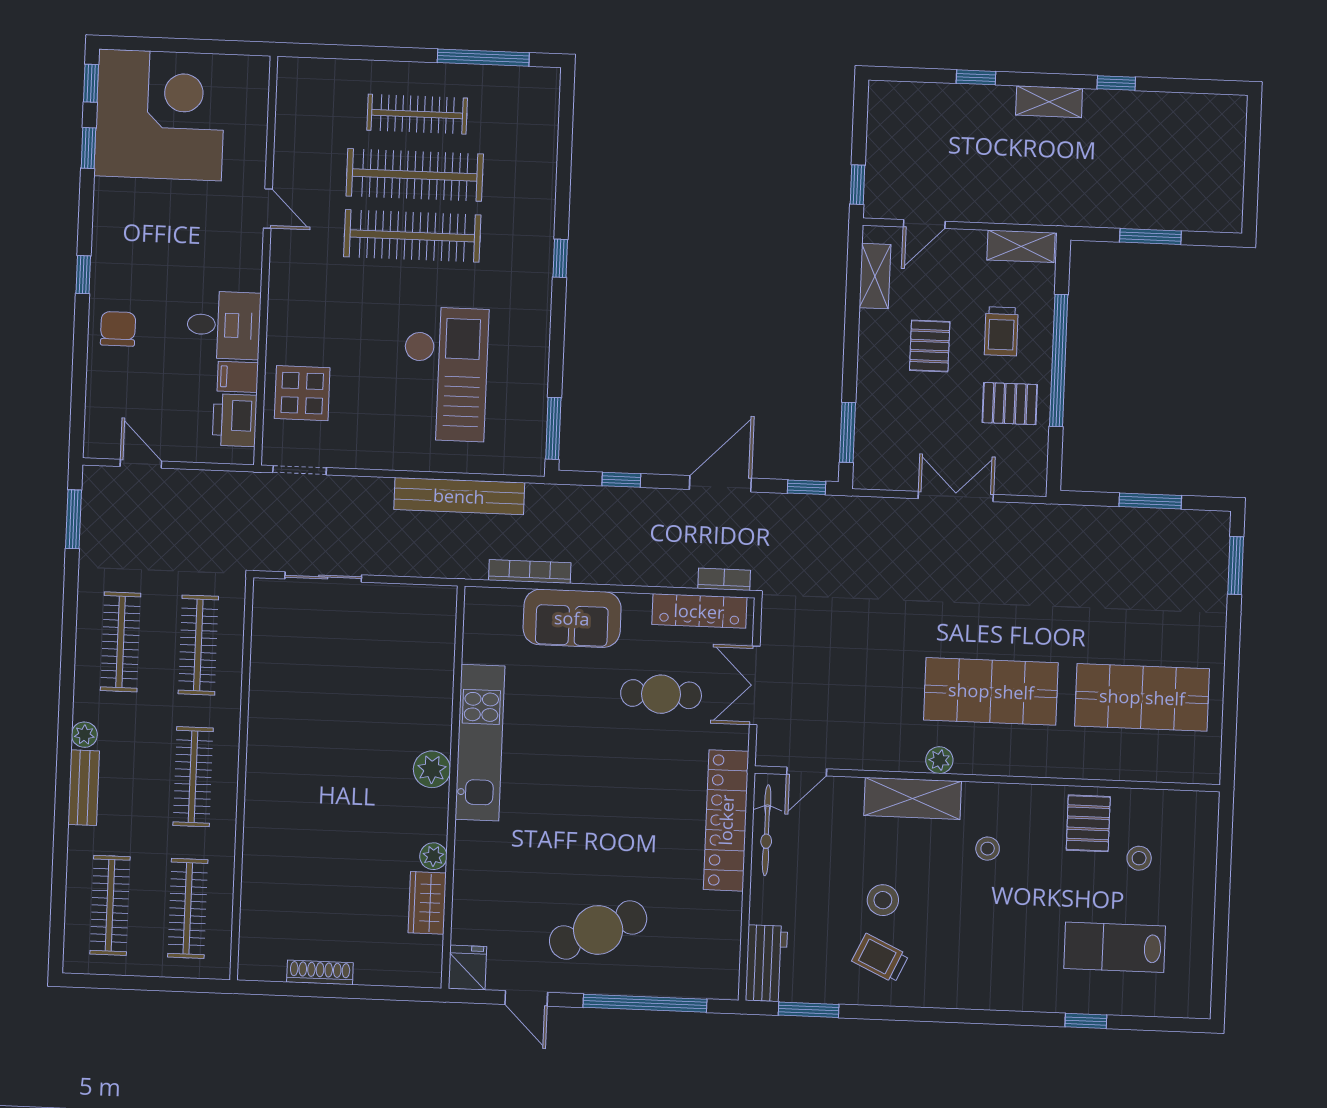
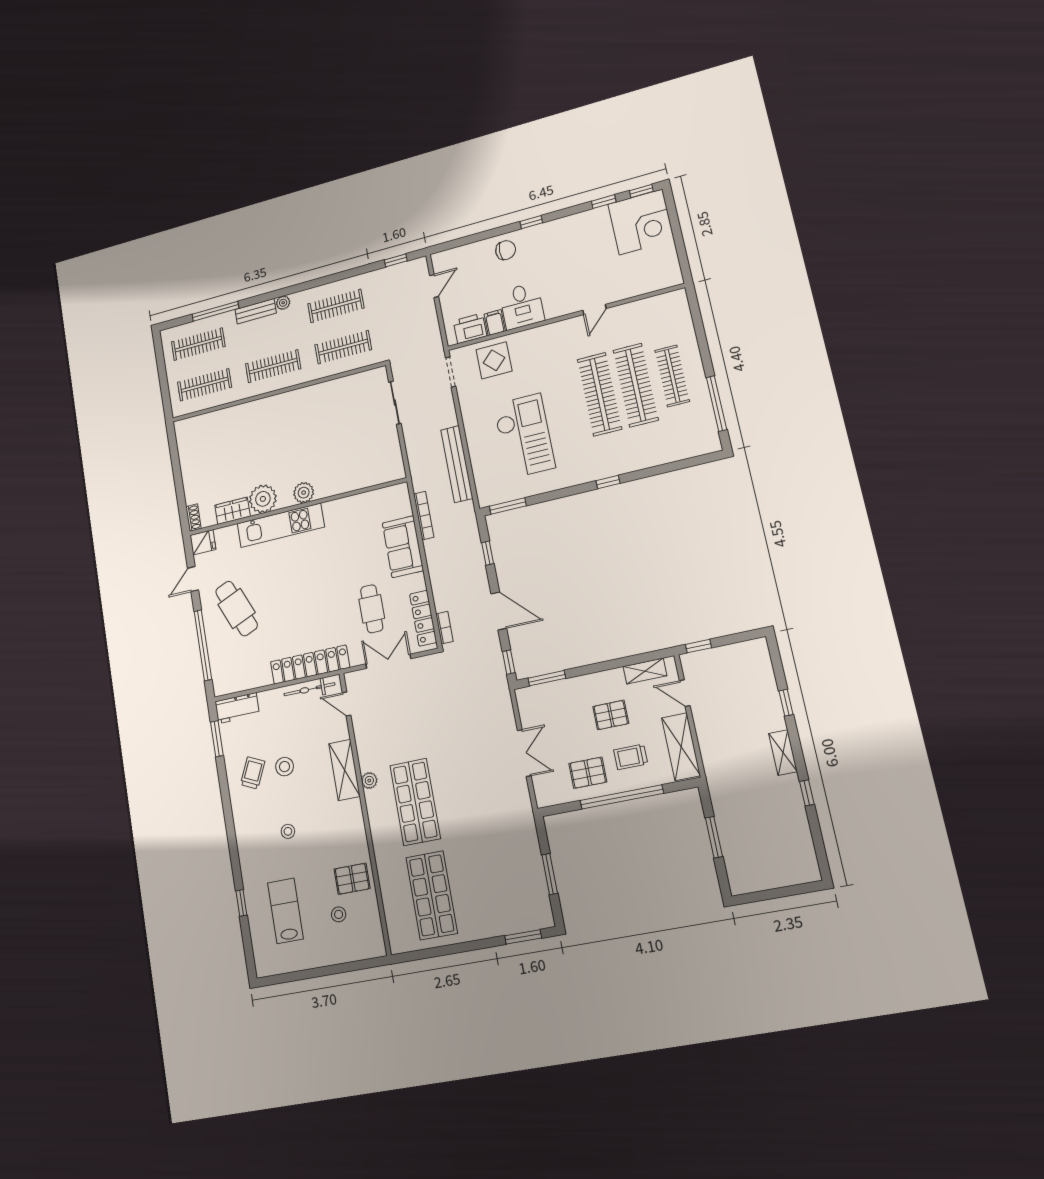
corner desk: (160, 115) -> (641, 222), width x0.74, depth x0.74
shelving: (1021, 246) -> (681, 747), width x1.50, depth x1.33
checkout: (445, 374) -> (524, 436), turned -90
pallet: (1010, 404) -> (588, 773), turned 90
window: (74, 519) -> (396, 260), width x0.67
kitchen unit: (480, 743) -> (281, 525), moved
stool: (988, 849) -> (288, 831), moved
plant: (433, 856) -> (263, 499), width x1.88, depth x1.88
window: (60, 861) -> (215, 311), added
shoe rack: (320, 972) -> (193, 518), moved, width x0.70

